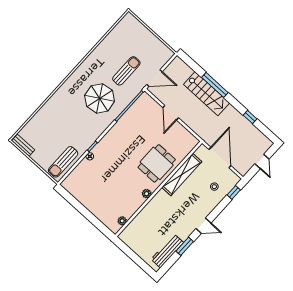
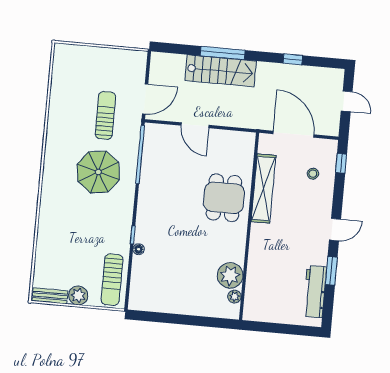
plant: (38, 157) -> (78, 296), added
plant: (147, 194) -> (230, 275), moved, width x1.87, depth x1.87

